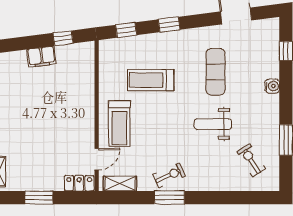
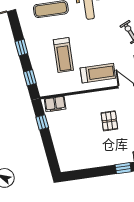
filing cabinet: (41, 57) -> (55, 104), moved, turned 97
pallet: (52, 130) -> (109, 121), added

